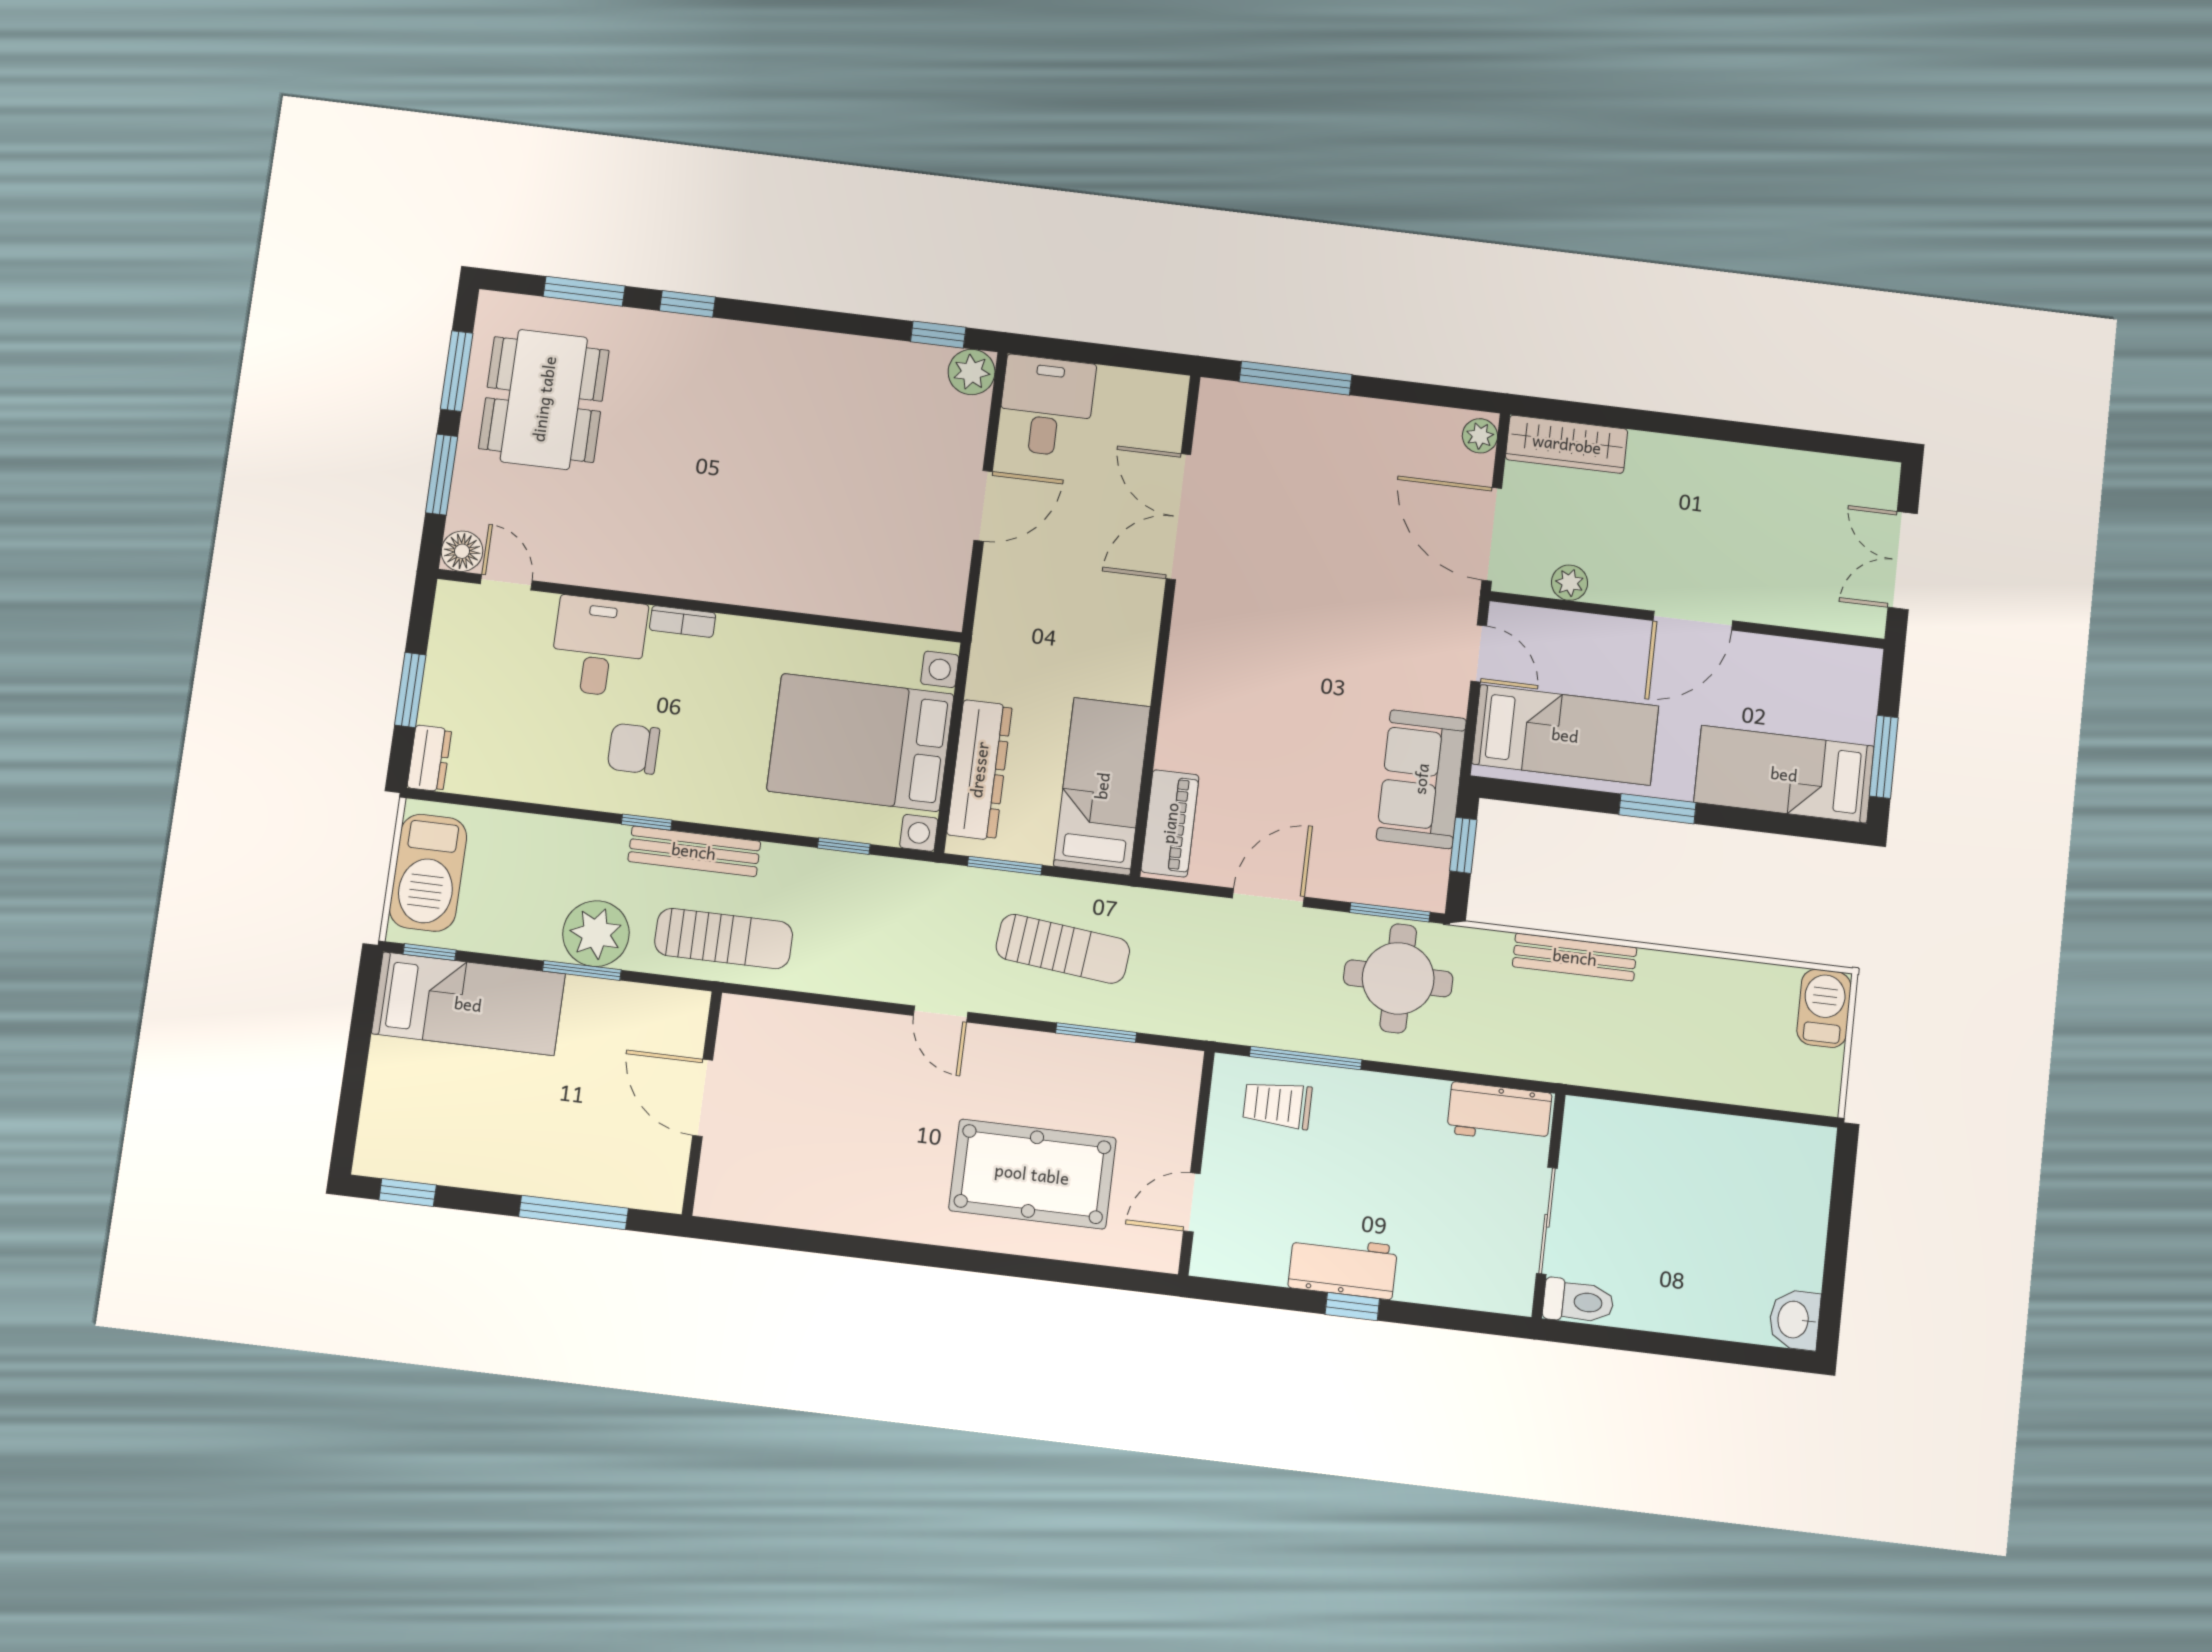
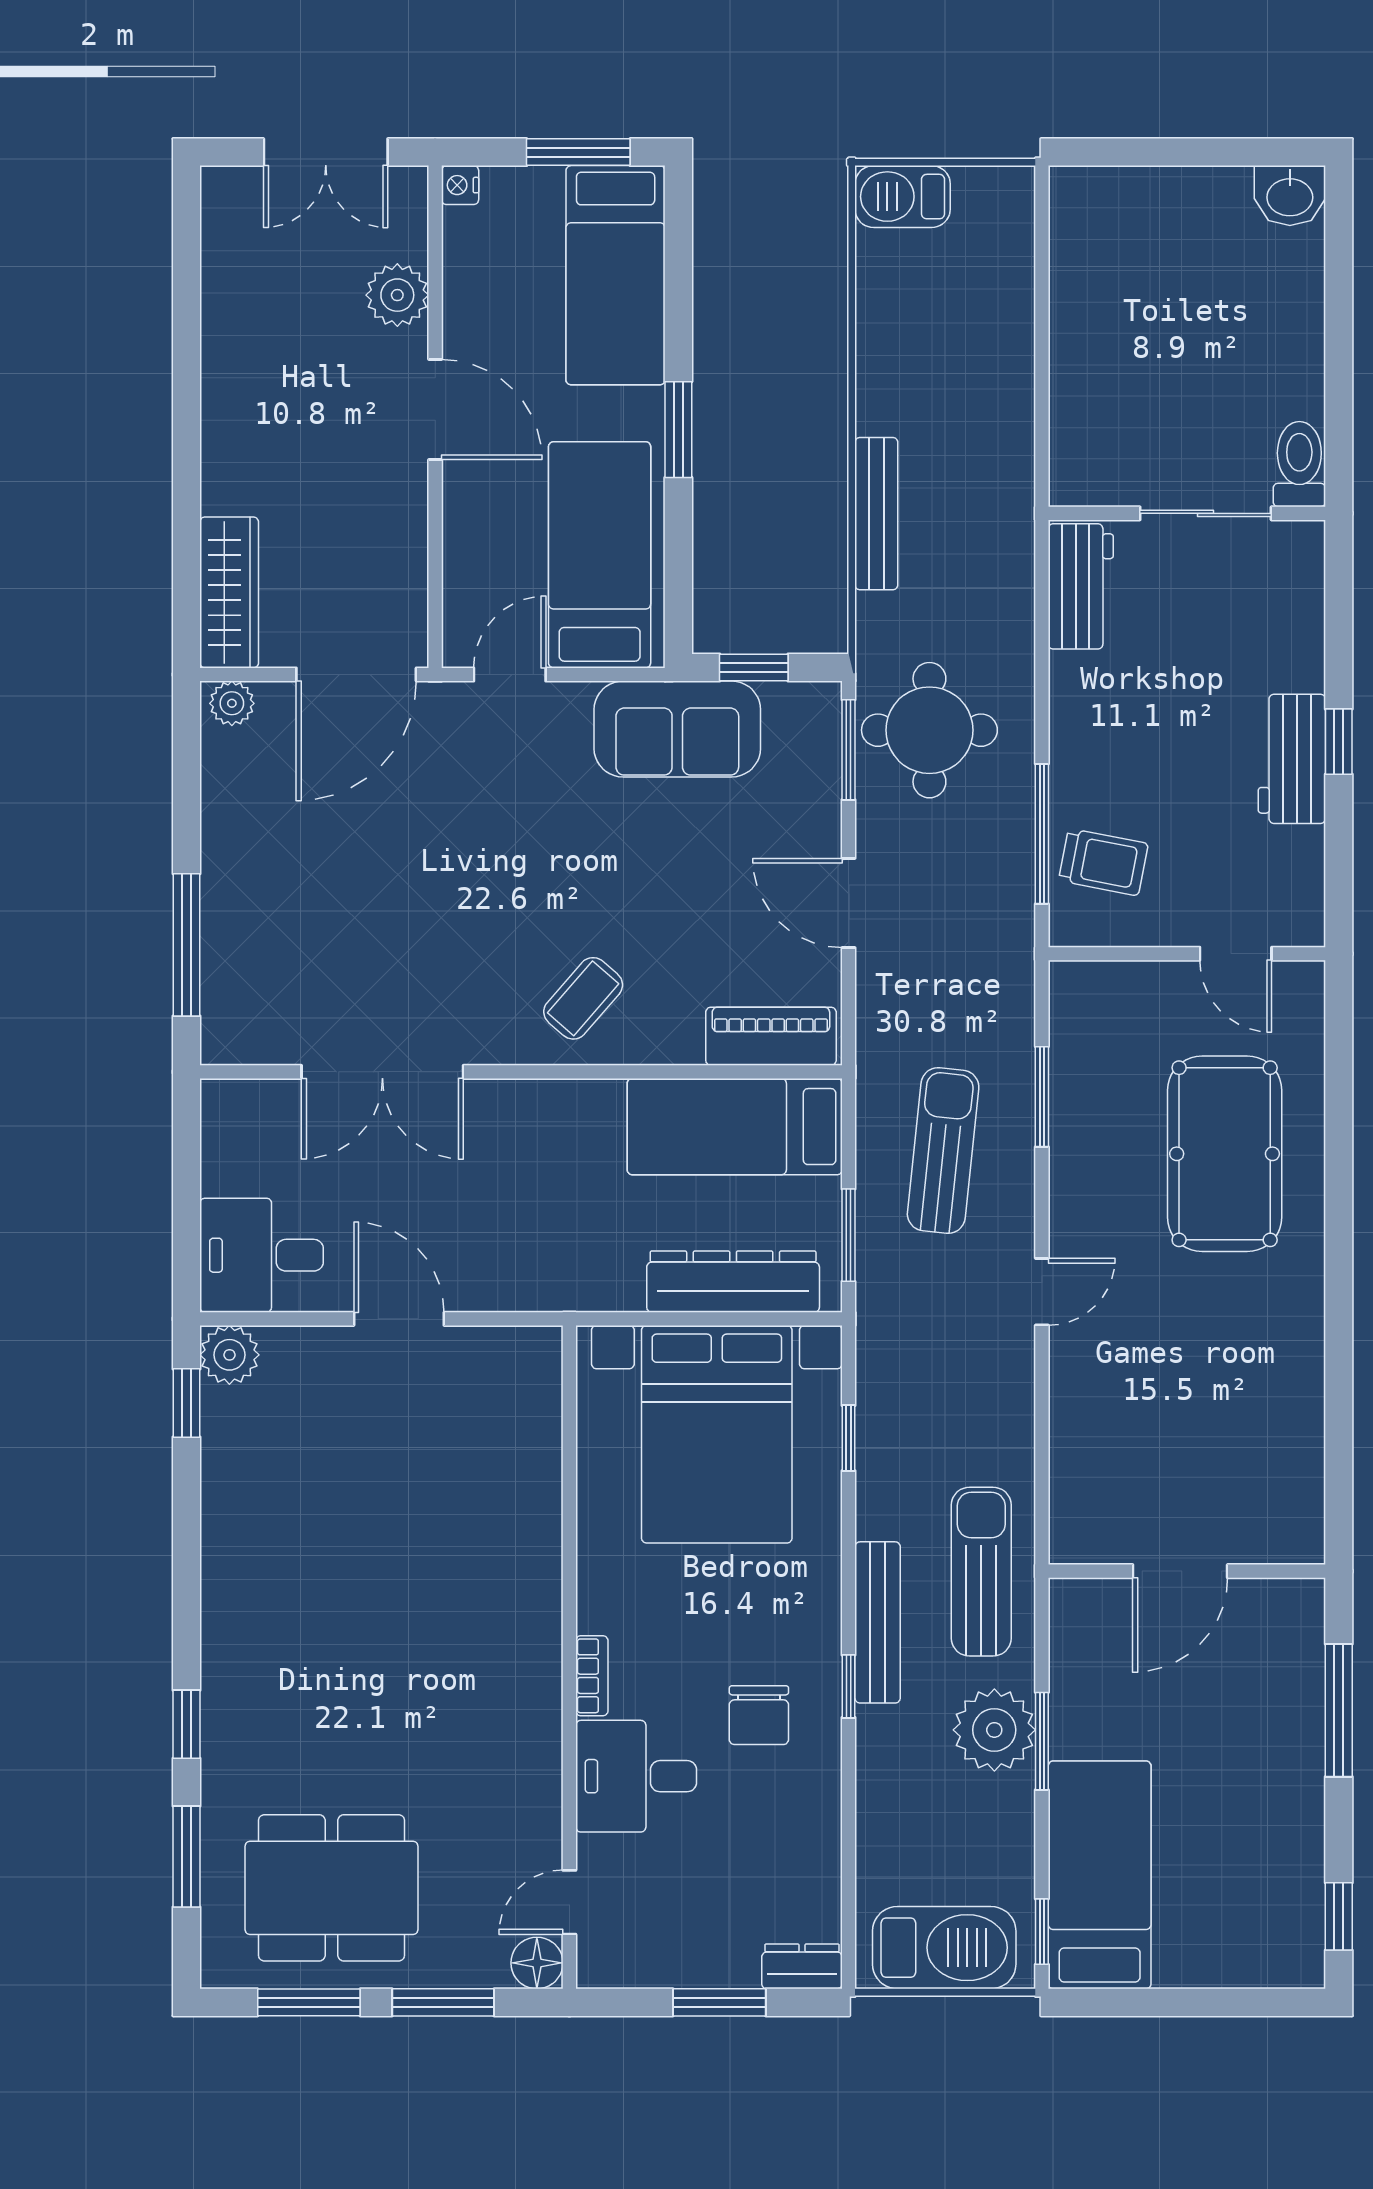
plant: (1570, 583) -> (397, 295), moved, width x1.38, depth x1.38
nightstand: (1867, 661) -> (460, 185), added
coffee table: (1217, 680) -> (583, 998), added
trolley: (1277, 1105) -> (1103, 862), turned -79

